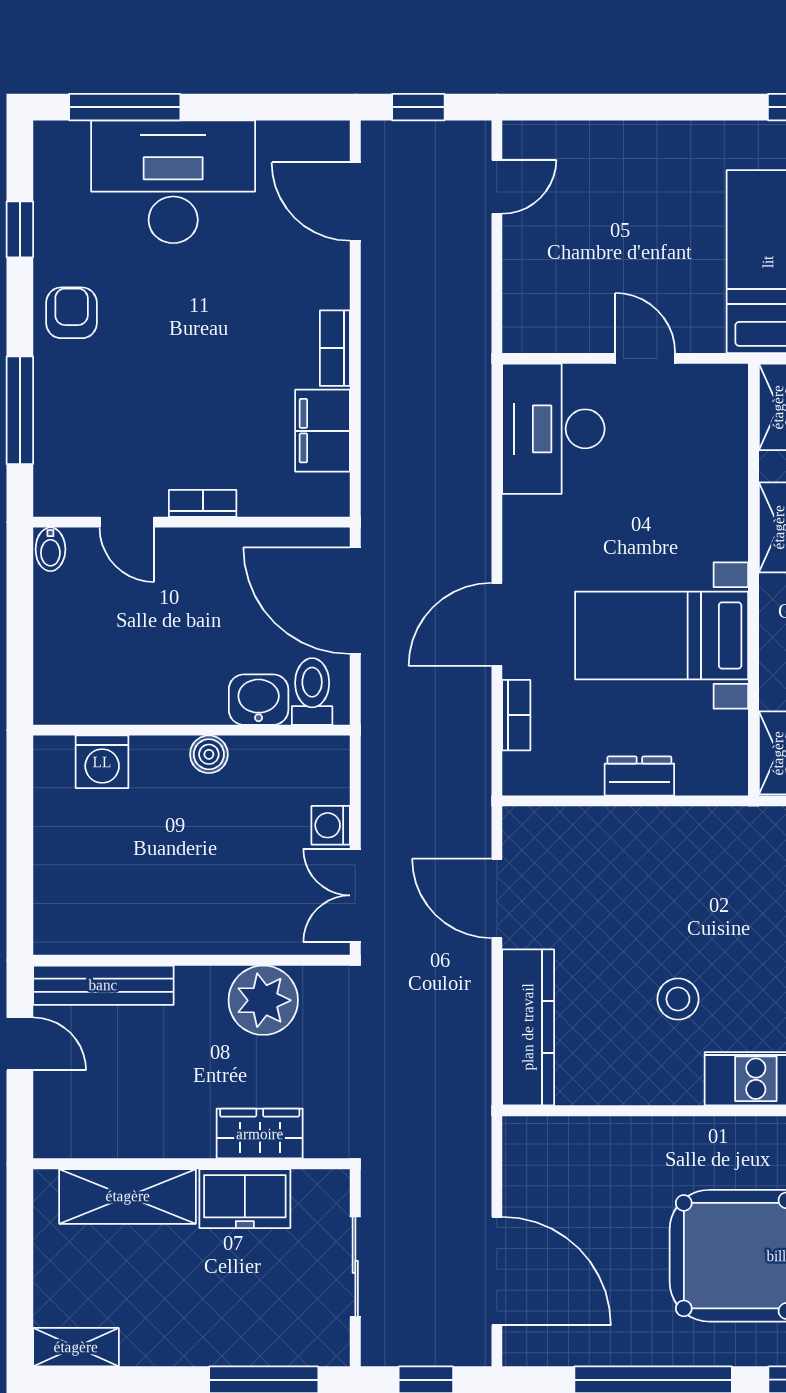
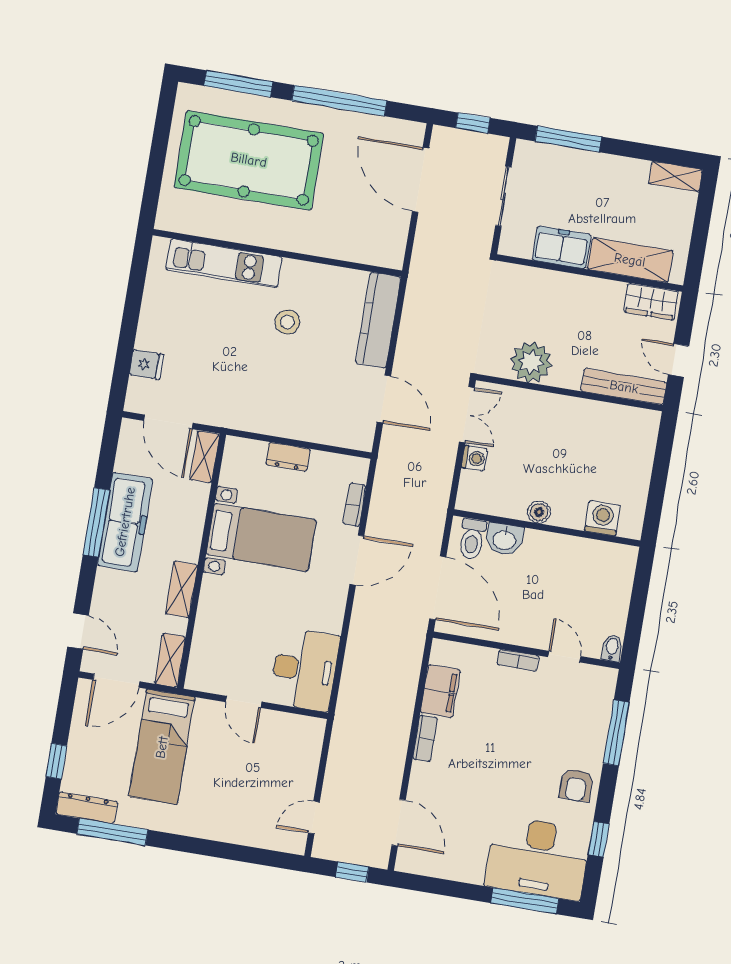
desk: (173, 182) -> (538, 858), moved
wardrobe: (260, 1134) -> (651, 302), moved

